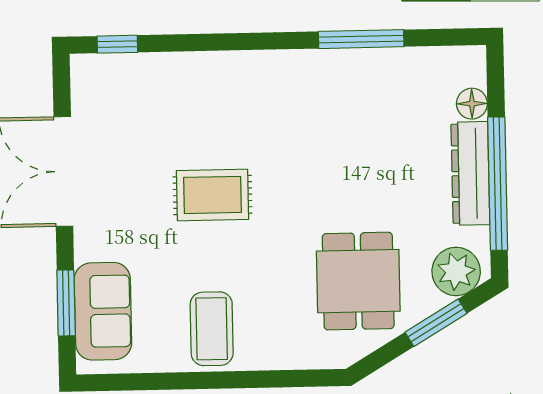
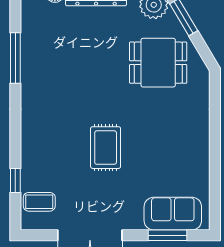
window: (117, 44) -> (15, 180), moved
coffee table: (212, 329) -> (39, 202), moved, width x0.73, depth x0.77

